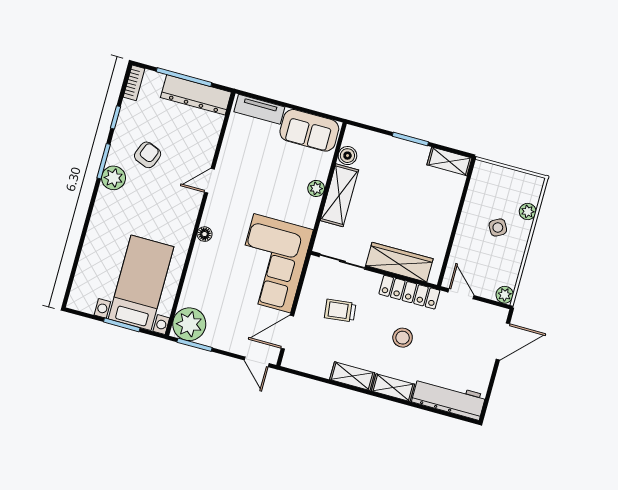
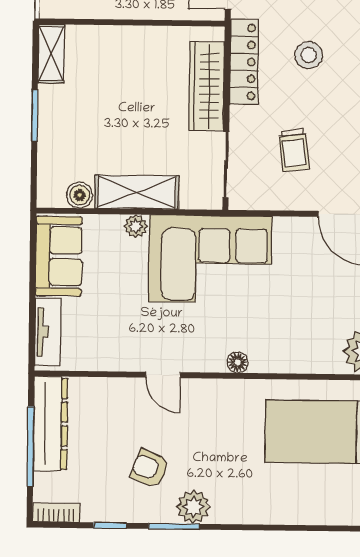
corner sofa: (272, 263) -> (210, 259), moved

